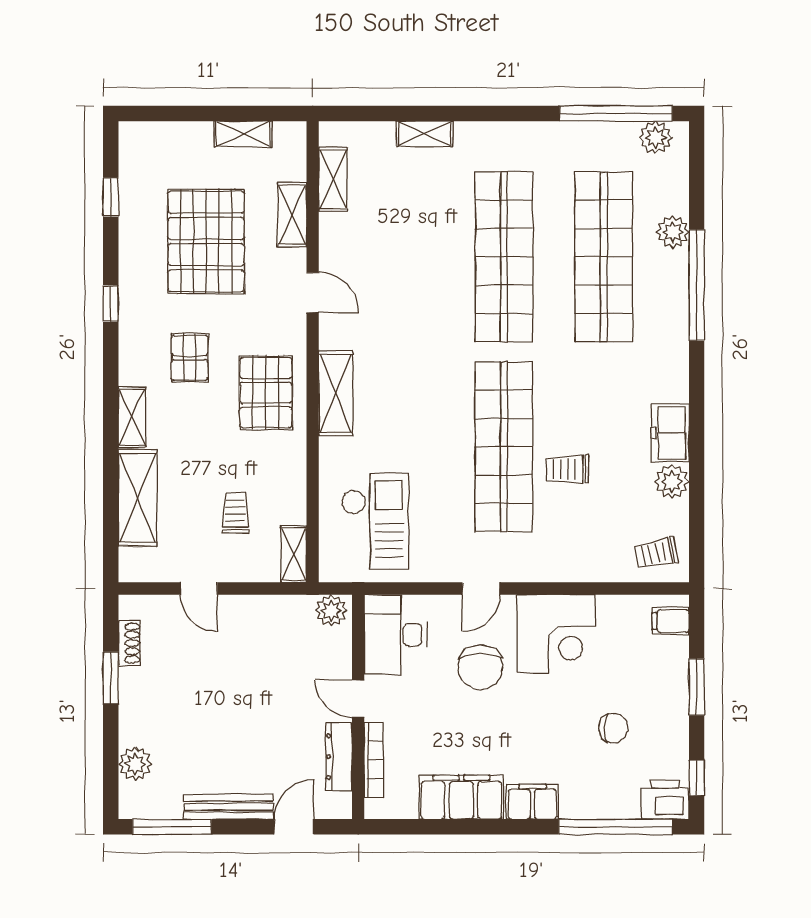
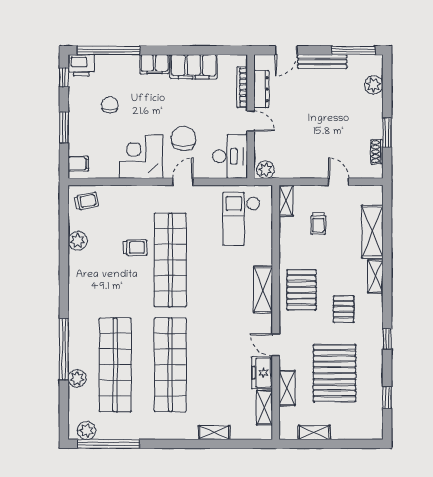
freezer: (670, 433) -> (262, 373), moved, turned 180
chair: (613, 728) -> (110, 105), turned 90

